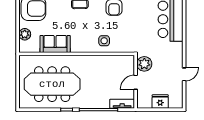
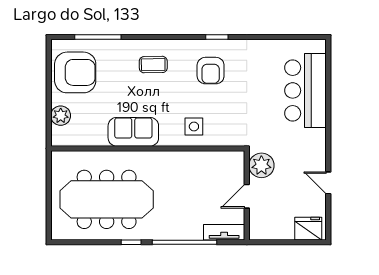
sofa: (55, 44) -> (133, 132), moved
door: (184, 74) -> (328, 183), swing flipped
fridge: (160, 102) -> (308, 229), moved

